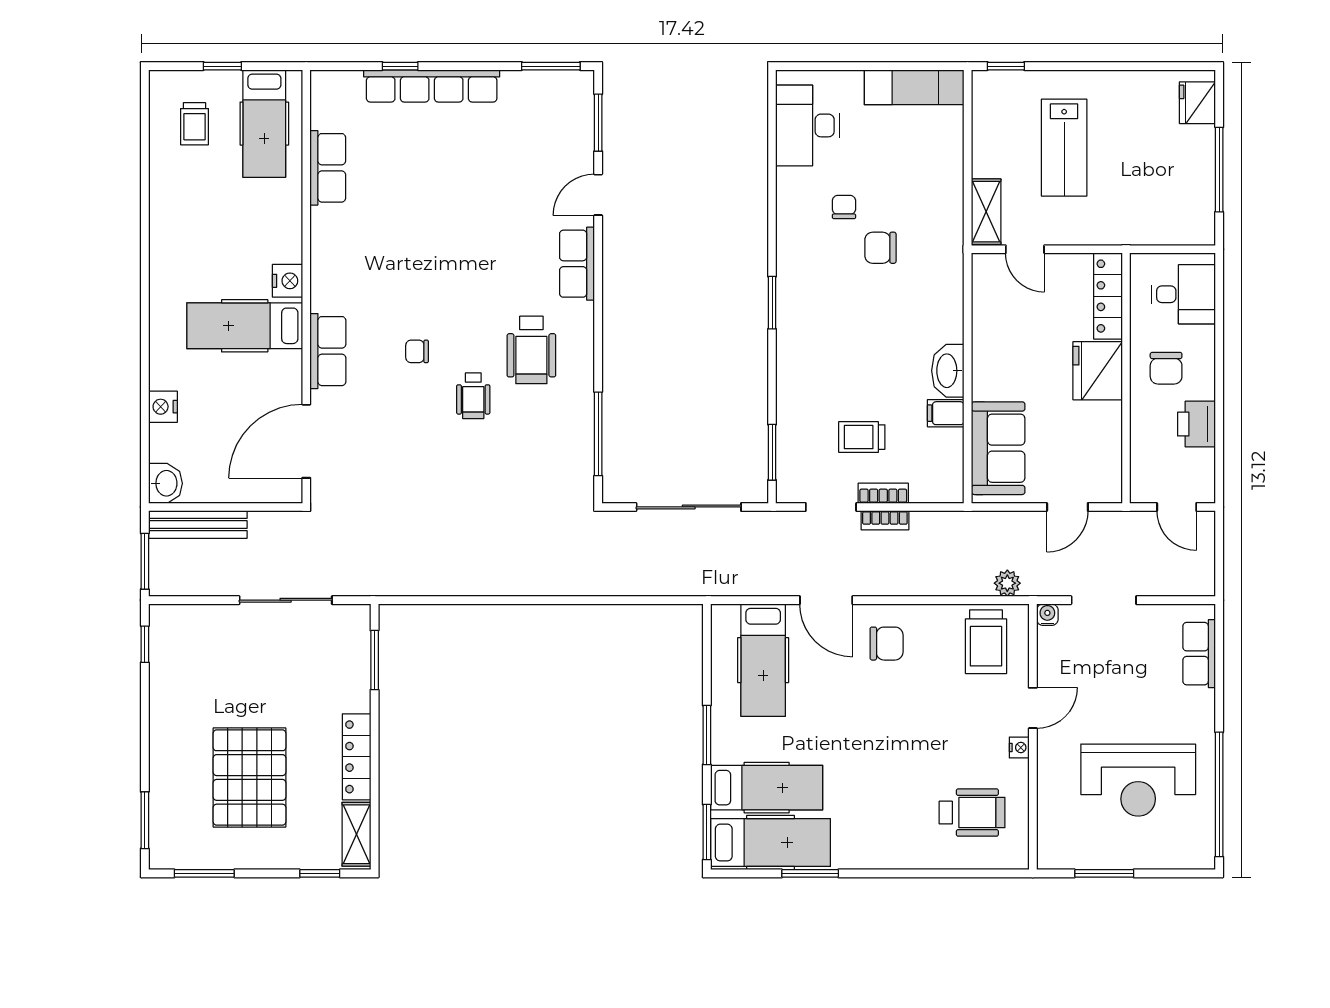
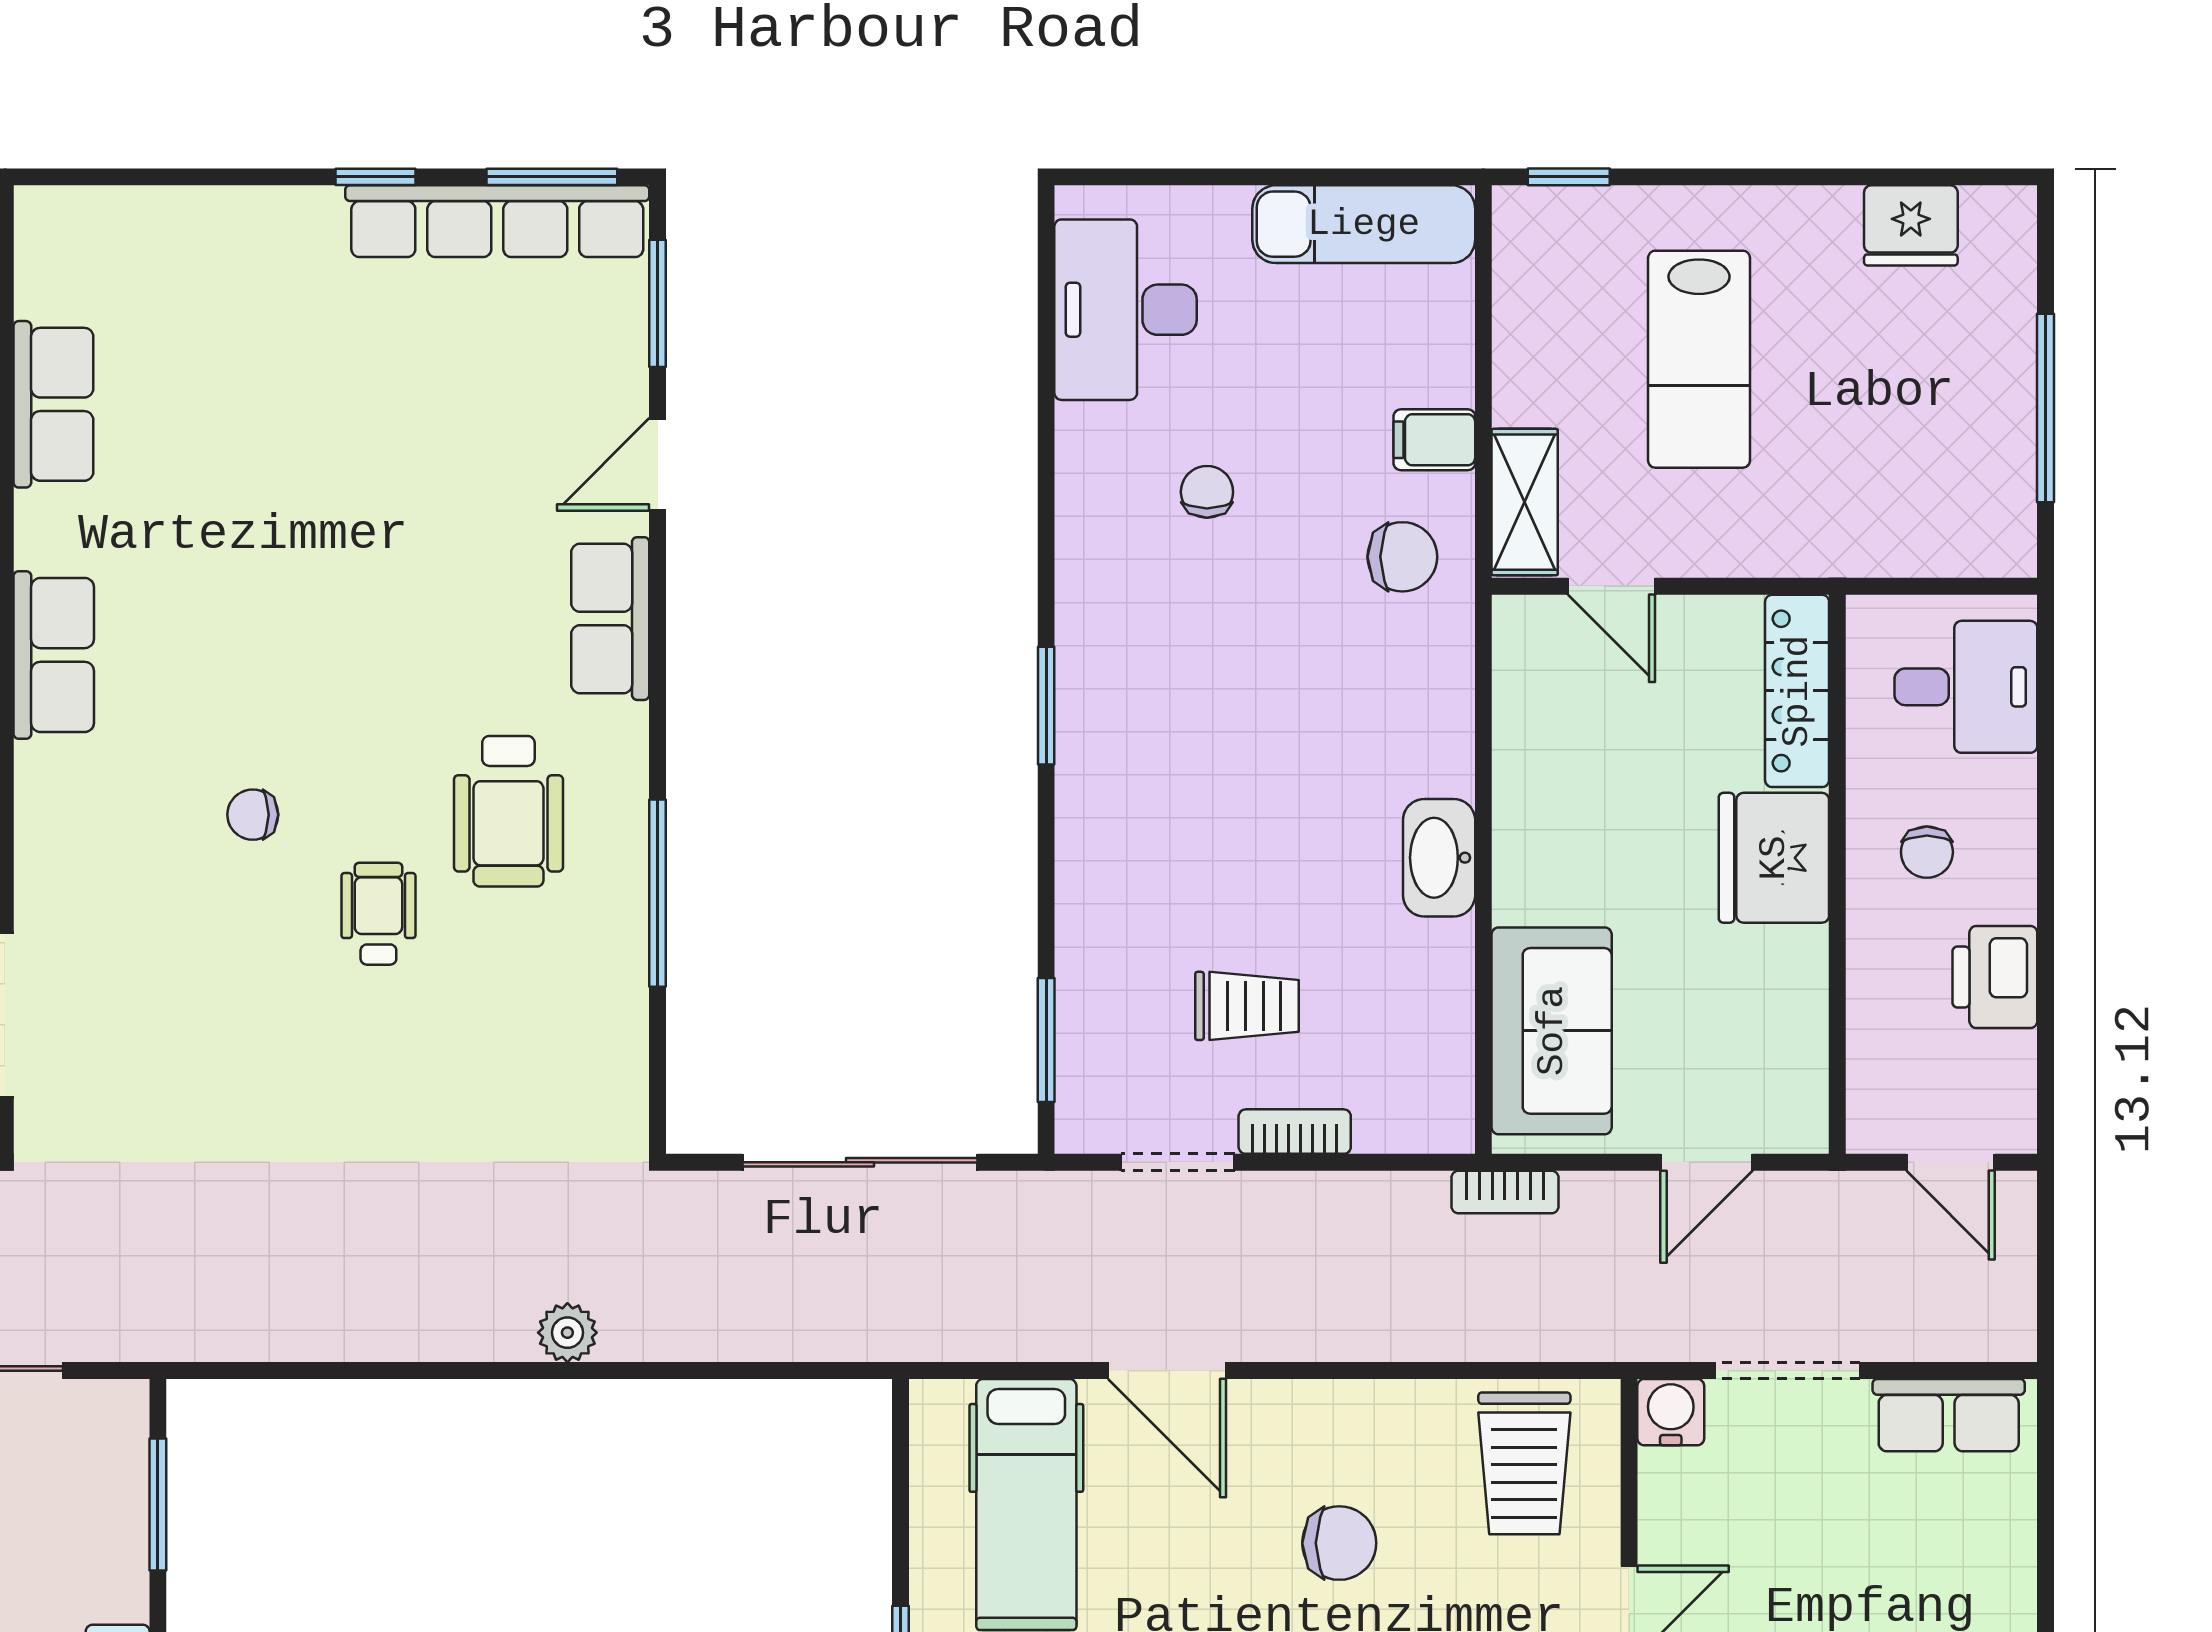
window: (400, 66) -> (375, 177), moved
row of seats: (432, 86) -> (497, 221), moved
fridge: (1197, 103) -> (1911, 225), moved, turned -90
chair: (880, 248) -> (1402, 557), moved, turned 180
row of seats: (328, 351) -> (54, 655), moved
chair: (1166, 368) -> (1927, 852), width x0.73, depth x0.73
wheelchair: (473, 396) -> (378, 914), turned 180
filing cabinet: (946, 413) -> (1434, 440), moved
window: (598, 434) -> (658, 893), moved
trolley: (862, 437) -> (1247, 1006), turned 180
bookcase: (885, 520) -> (1505, 1192), moved
plant: (1007, 583) -> (567, 1333), moved
water cooler: (1047, 615) -> (1671, 1412), width x1.38, depth x1.38
chair: (887, 644) -> (1339, 1543), moved
row of seats: (1199, 654) -> (1949, 1415), moved, turned -90

